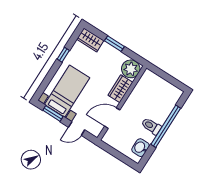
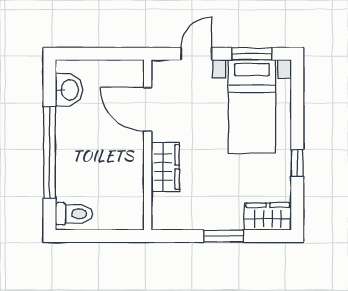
plant: (131, 69) -> (169, 211), removed
door: (112, 118) -> (148, 109), swing flipped
toilet: (151, 126) -> (74, 214), moved

